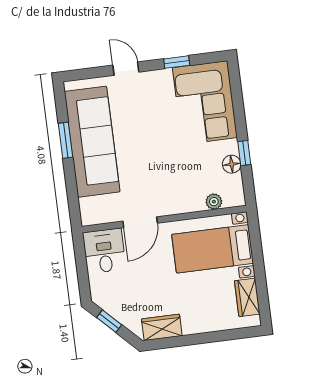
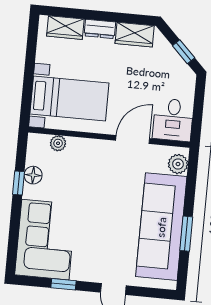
plant: (89, 208) -> (178, 164), added
wardrobe: (247, 297) -> (65, 28), moved, turned 90
dresser: (198, 325) -> (100, 29), added

